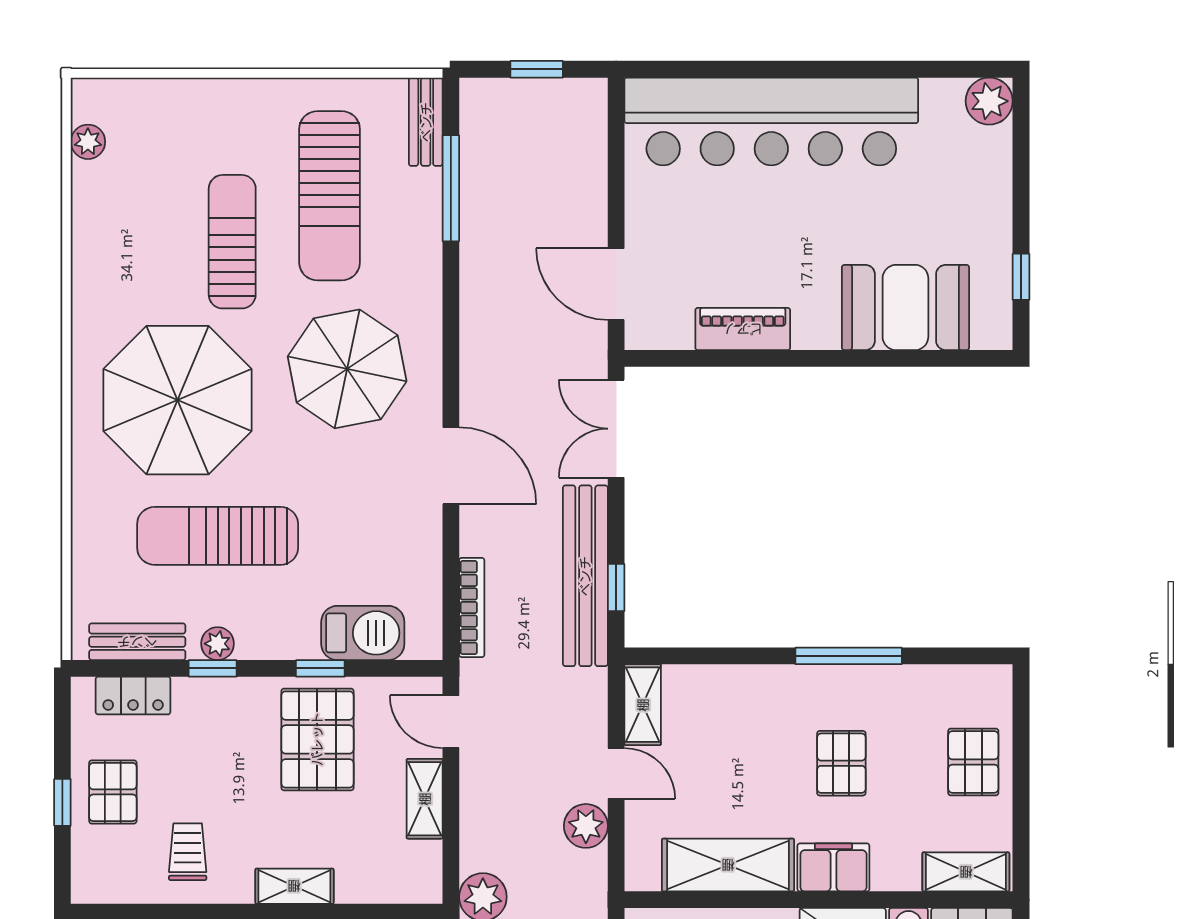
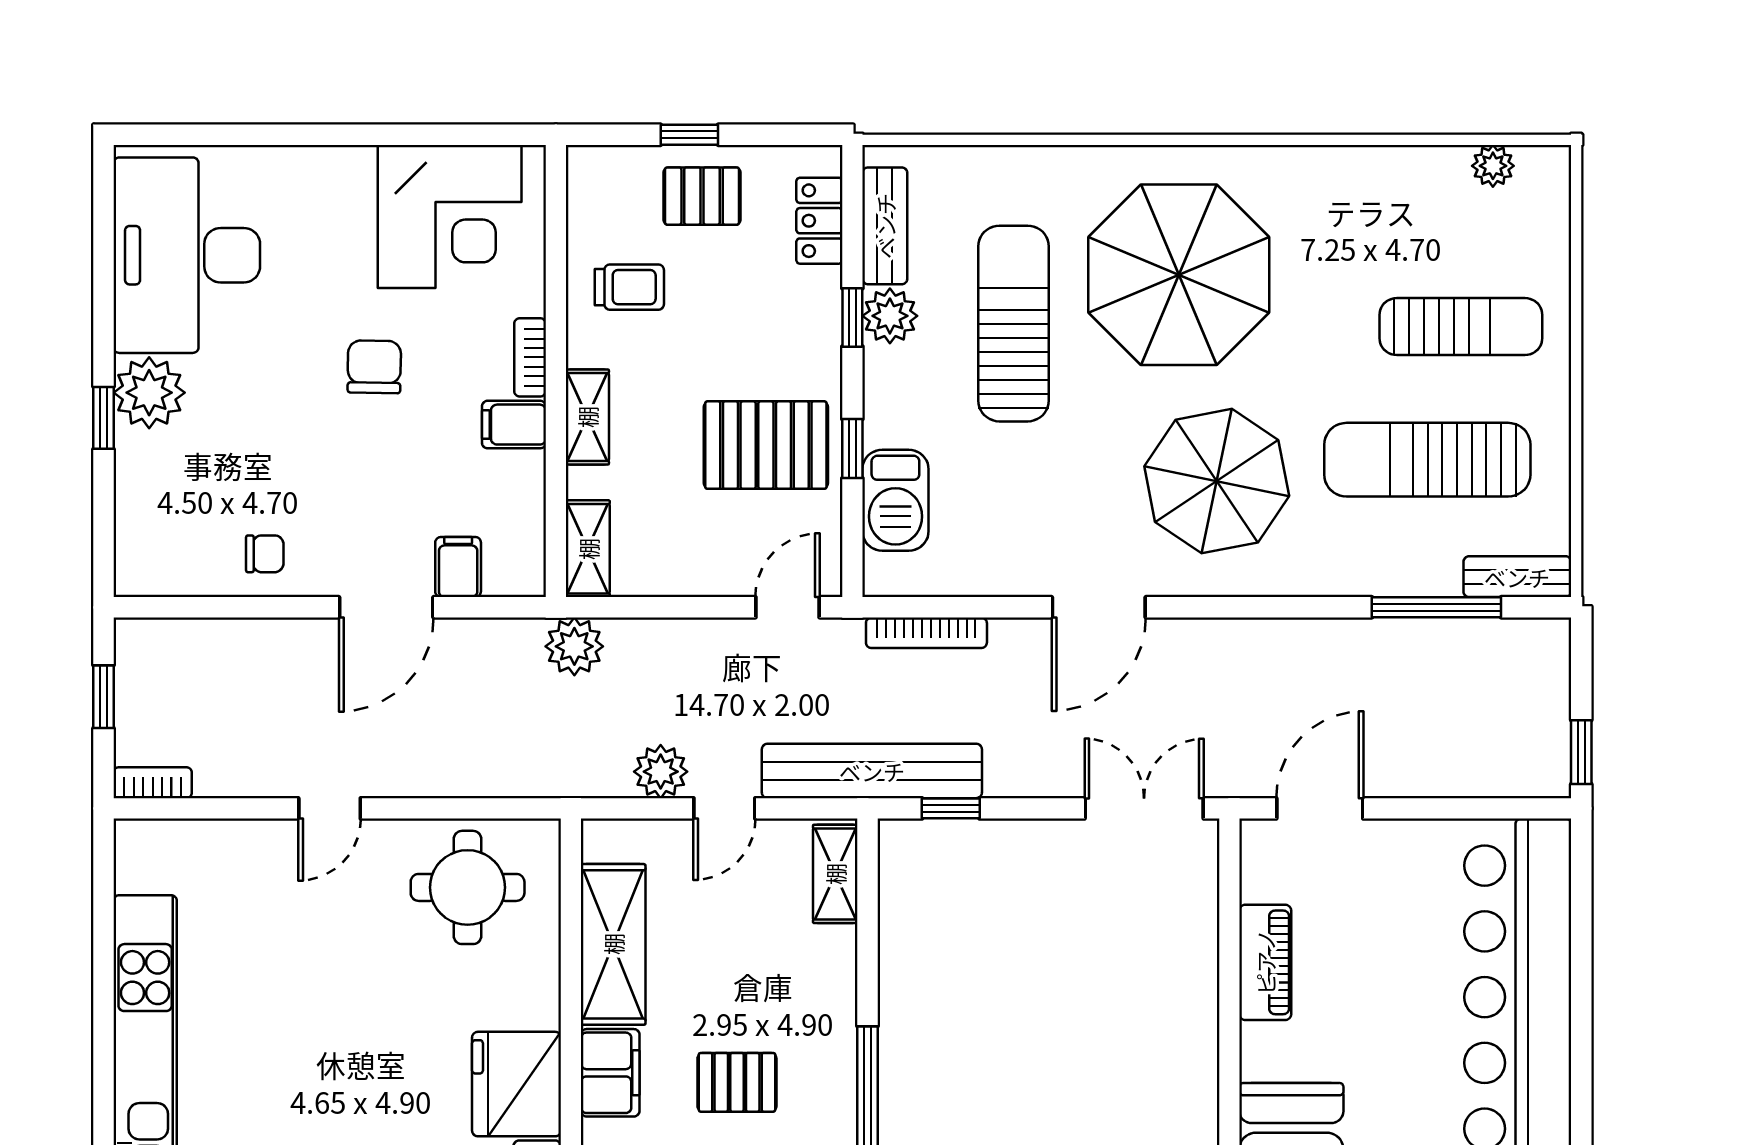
window: (537, 69) -> (1581, 752), moved
sun lounger: (232, 242) -> (1461, 327), moved
bench: (585, 576) -> (872, 771), moved
plant: (218, 644) -> (890, 316), width x1.38, depth x1.38
shelving: (643, 705) -> (835, 874), moved, turned 90
shelving: (425, 799) -> (588, 549), moved, turned 90

